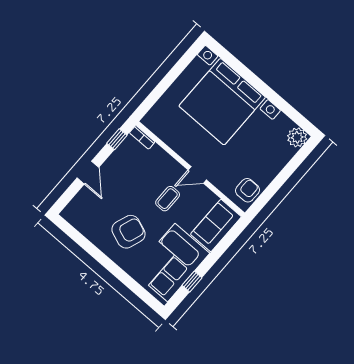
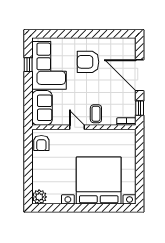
door: (88, 173) -> (140, 75), width x1.88
door: (197, 175) -> (77, 127), hinge flipped
coffee table: (168, 199) -> (96, 114), moved
armchair: (129, 232) -> (88, 62), turned 70

